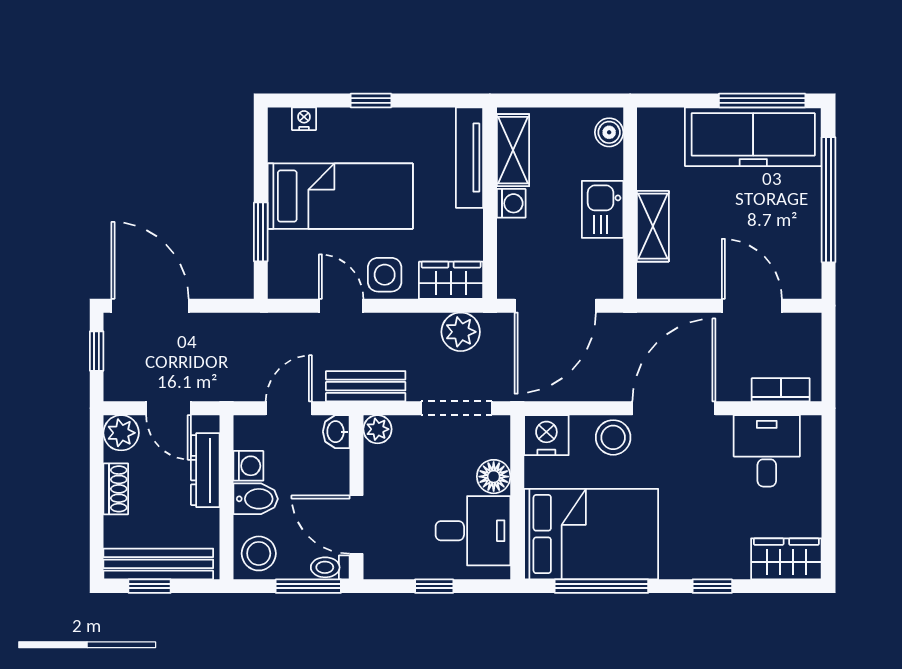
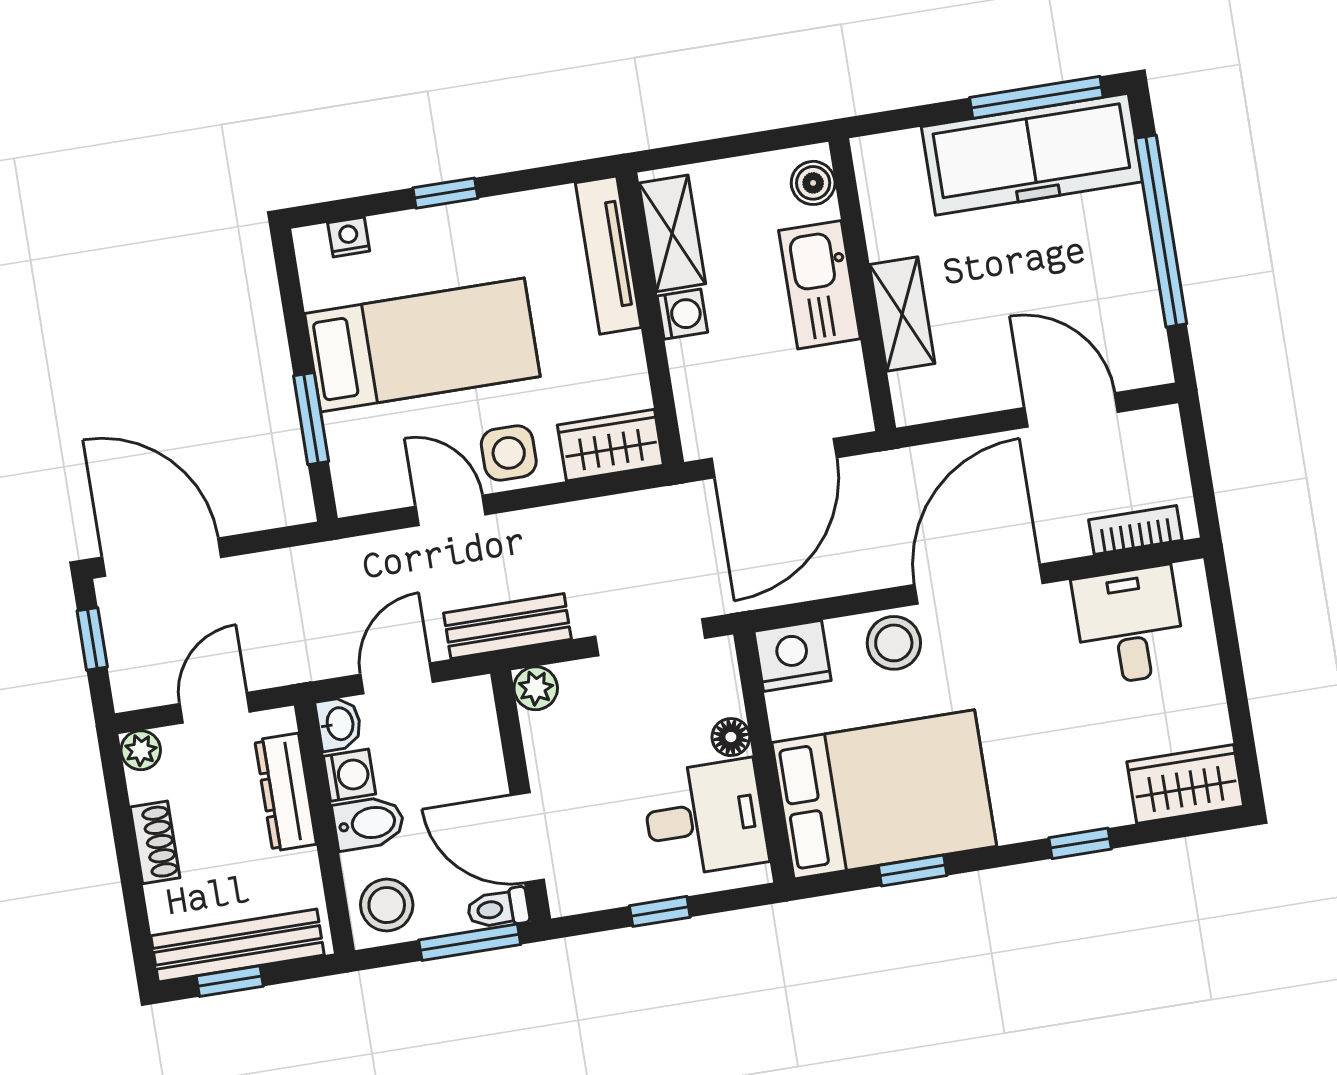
kitchen sink: (603, 209) -> (819, 285), width x1.38
plant: (461, 332) -> (638, 521), removed
door: (168, 408) -> (215, 708), swing flipped
washbasin: (336, 432) -> (339, 724), moved, turned 180
plant: (121, 433) -> (141, 750), width x0.73, depth x0.73
floor lamp: (494, 477) -> (731, 737), width x0.73, depth x0.73
window: (601, 586) -> (913, 870), width x0.46

